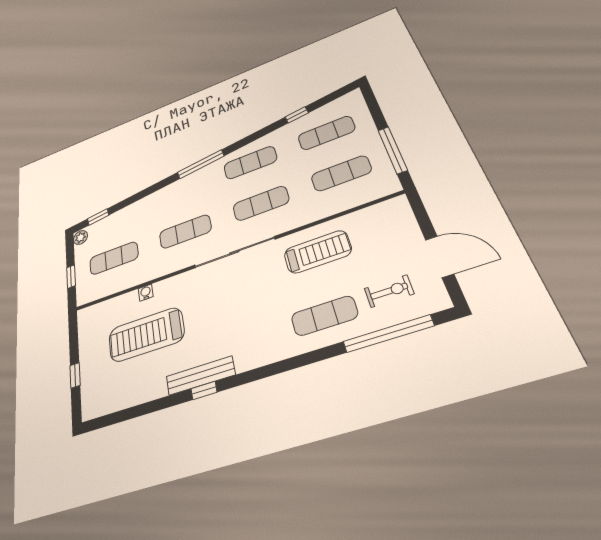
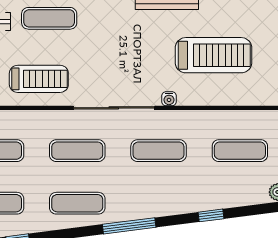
window: (98, 217) -> (211, 215), moved
treadmill: (318, 252) -> (39, 79), turned 180
water cooler: (146, 293) -> (169, 99), moved

